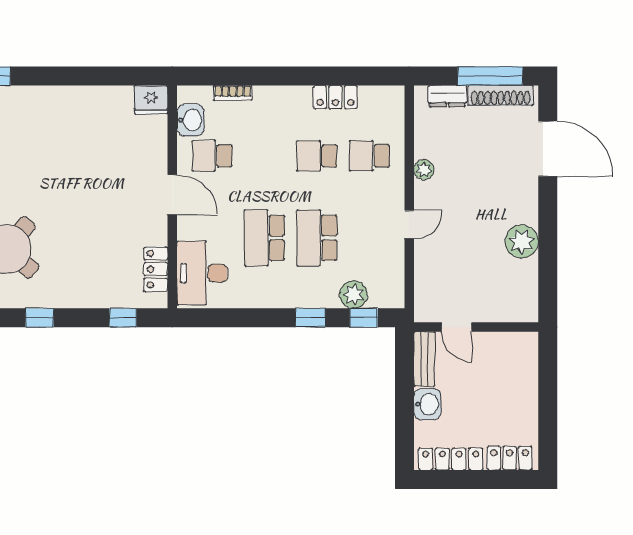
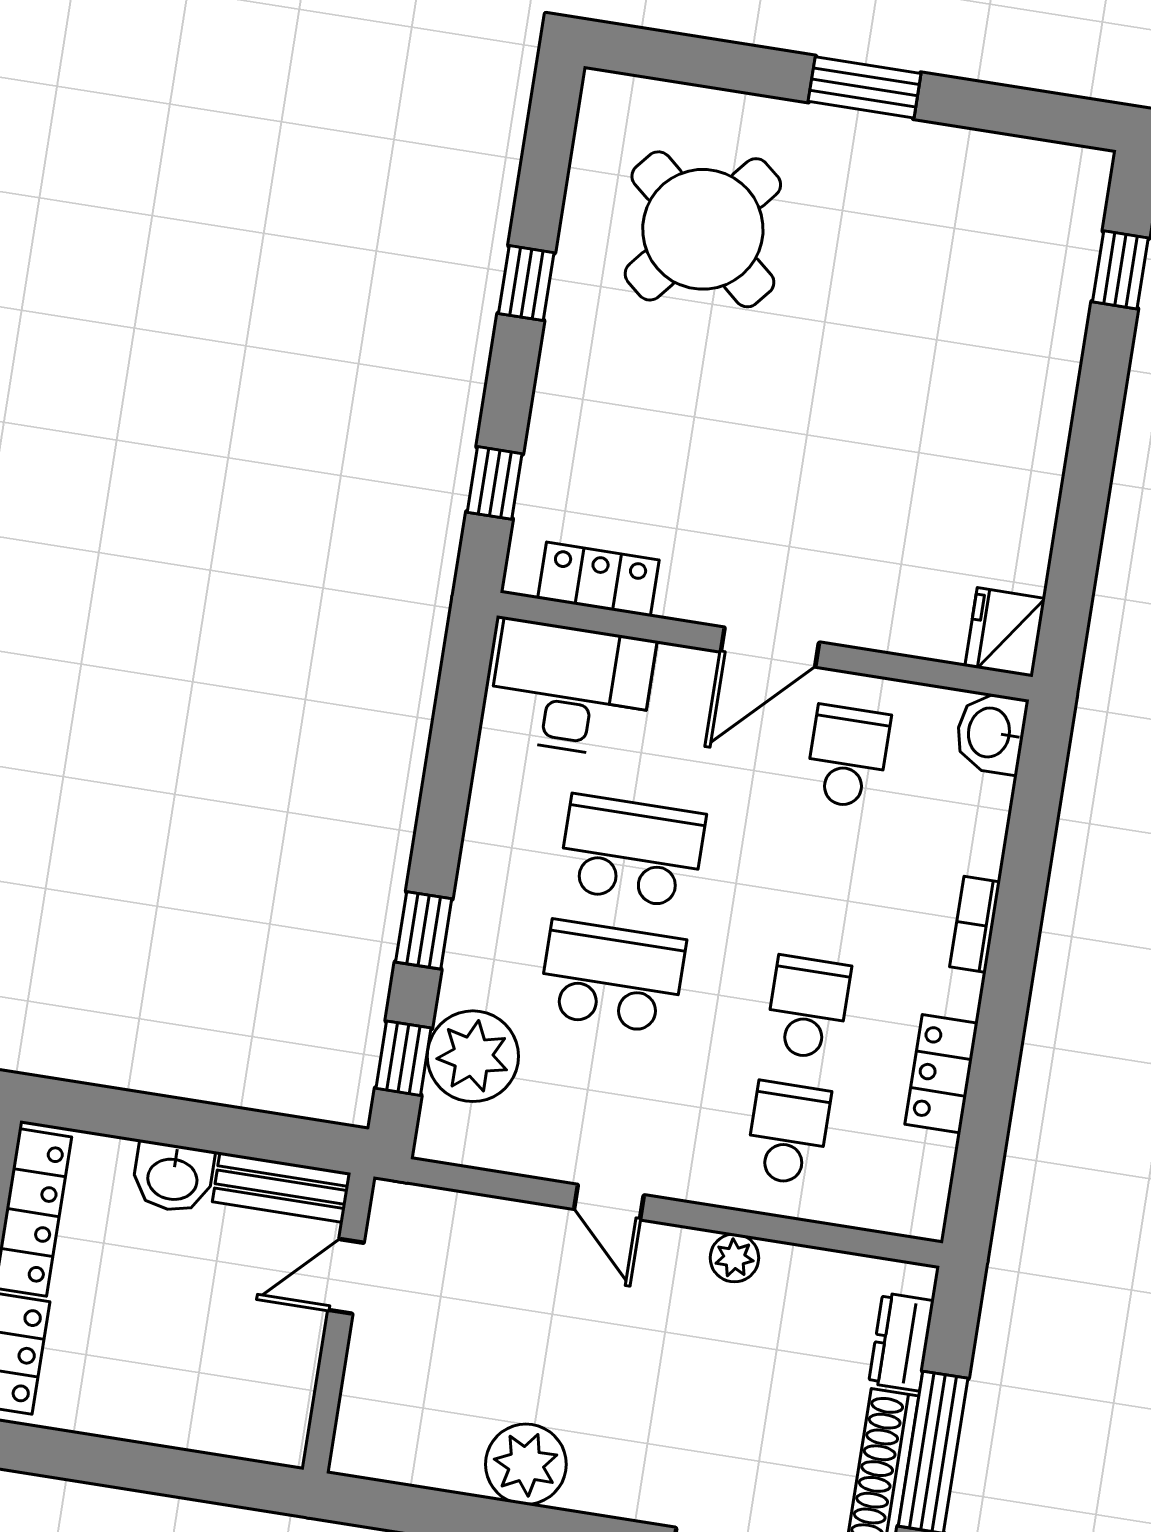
bookcase: (233, 93) -> (975, 924), moved
washbasin: (191, 120) -> (991, 733), moved, turned 90
plant: (353, 294) -> (473, 1056), width x1.36, depth x1.36

